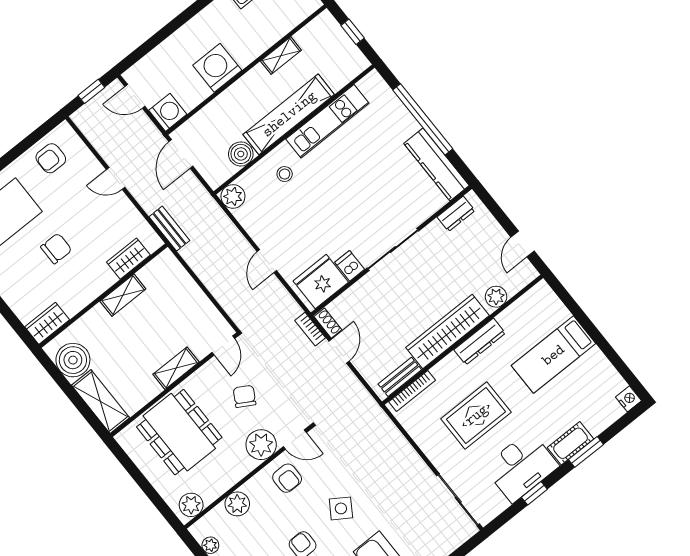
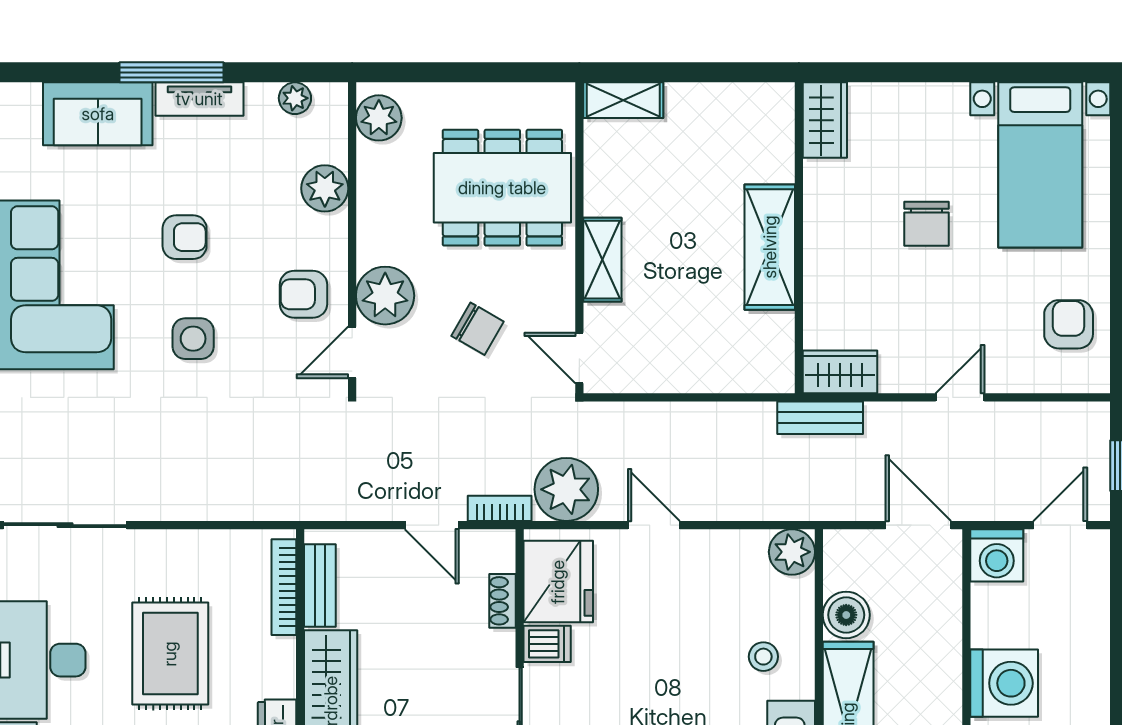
wardrobe: (128, 259) -> (840, 372), moved, turned -90
shelving: (123, 295) -> (770, 247), width x1.50, depth x1.33
plant: (281, 308) -> (566, 489), added
shoe rack: (328, 323) -> (503, 601), moved, turned 90
boiler: (73, 360) -> (739, 115), removed
shelving: (100, 402) -> (623, 100), width x0.67, depth x0.75
side table: (341, 508) -> (193, 339), turned -33

